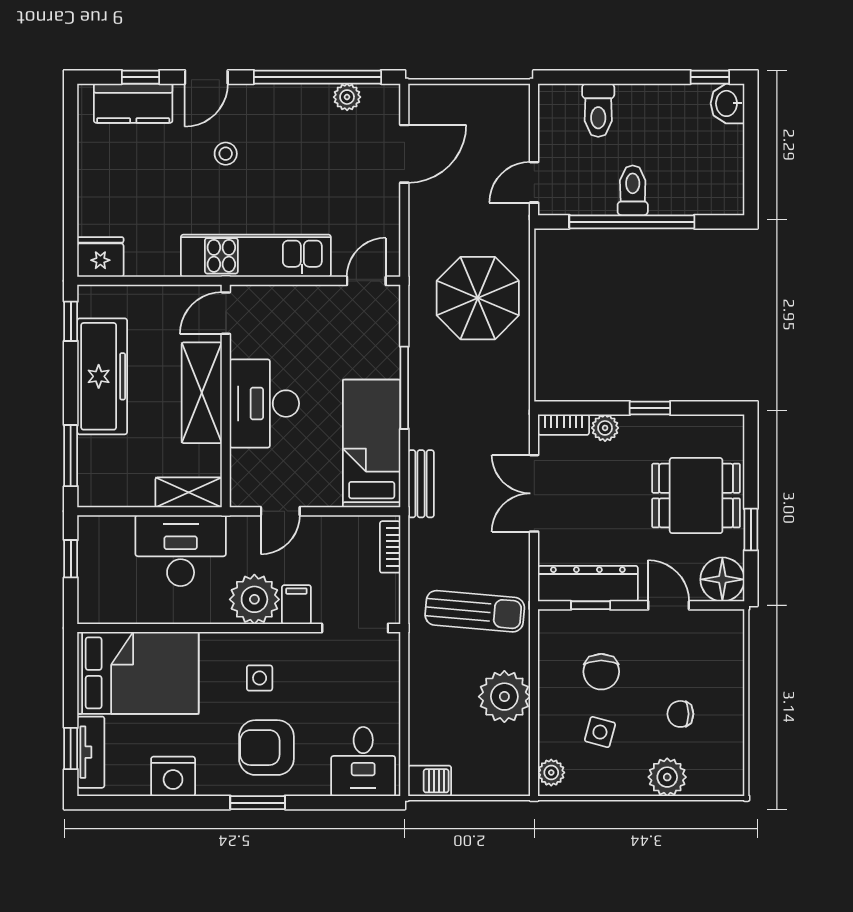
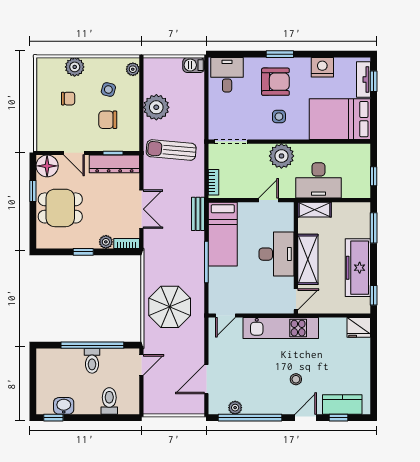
washbasin: (727, 103) -> (64, 406), moved, turned -90
filing cabinet: (296, 605) -> (260, 153), removed
chair: (601, 672) -> (108, 120), turned -90

